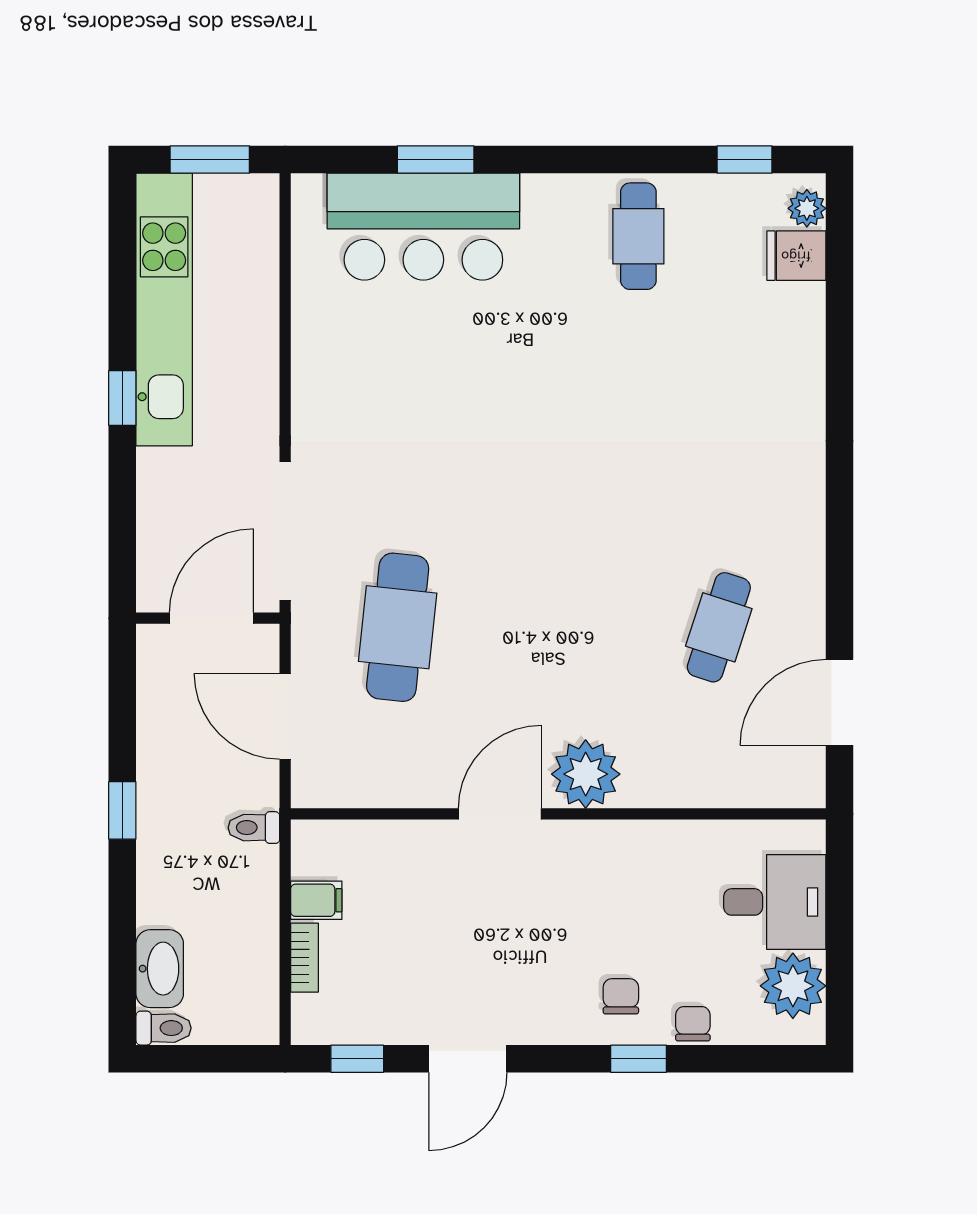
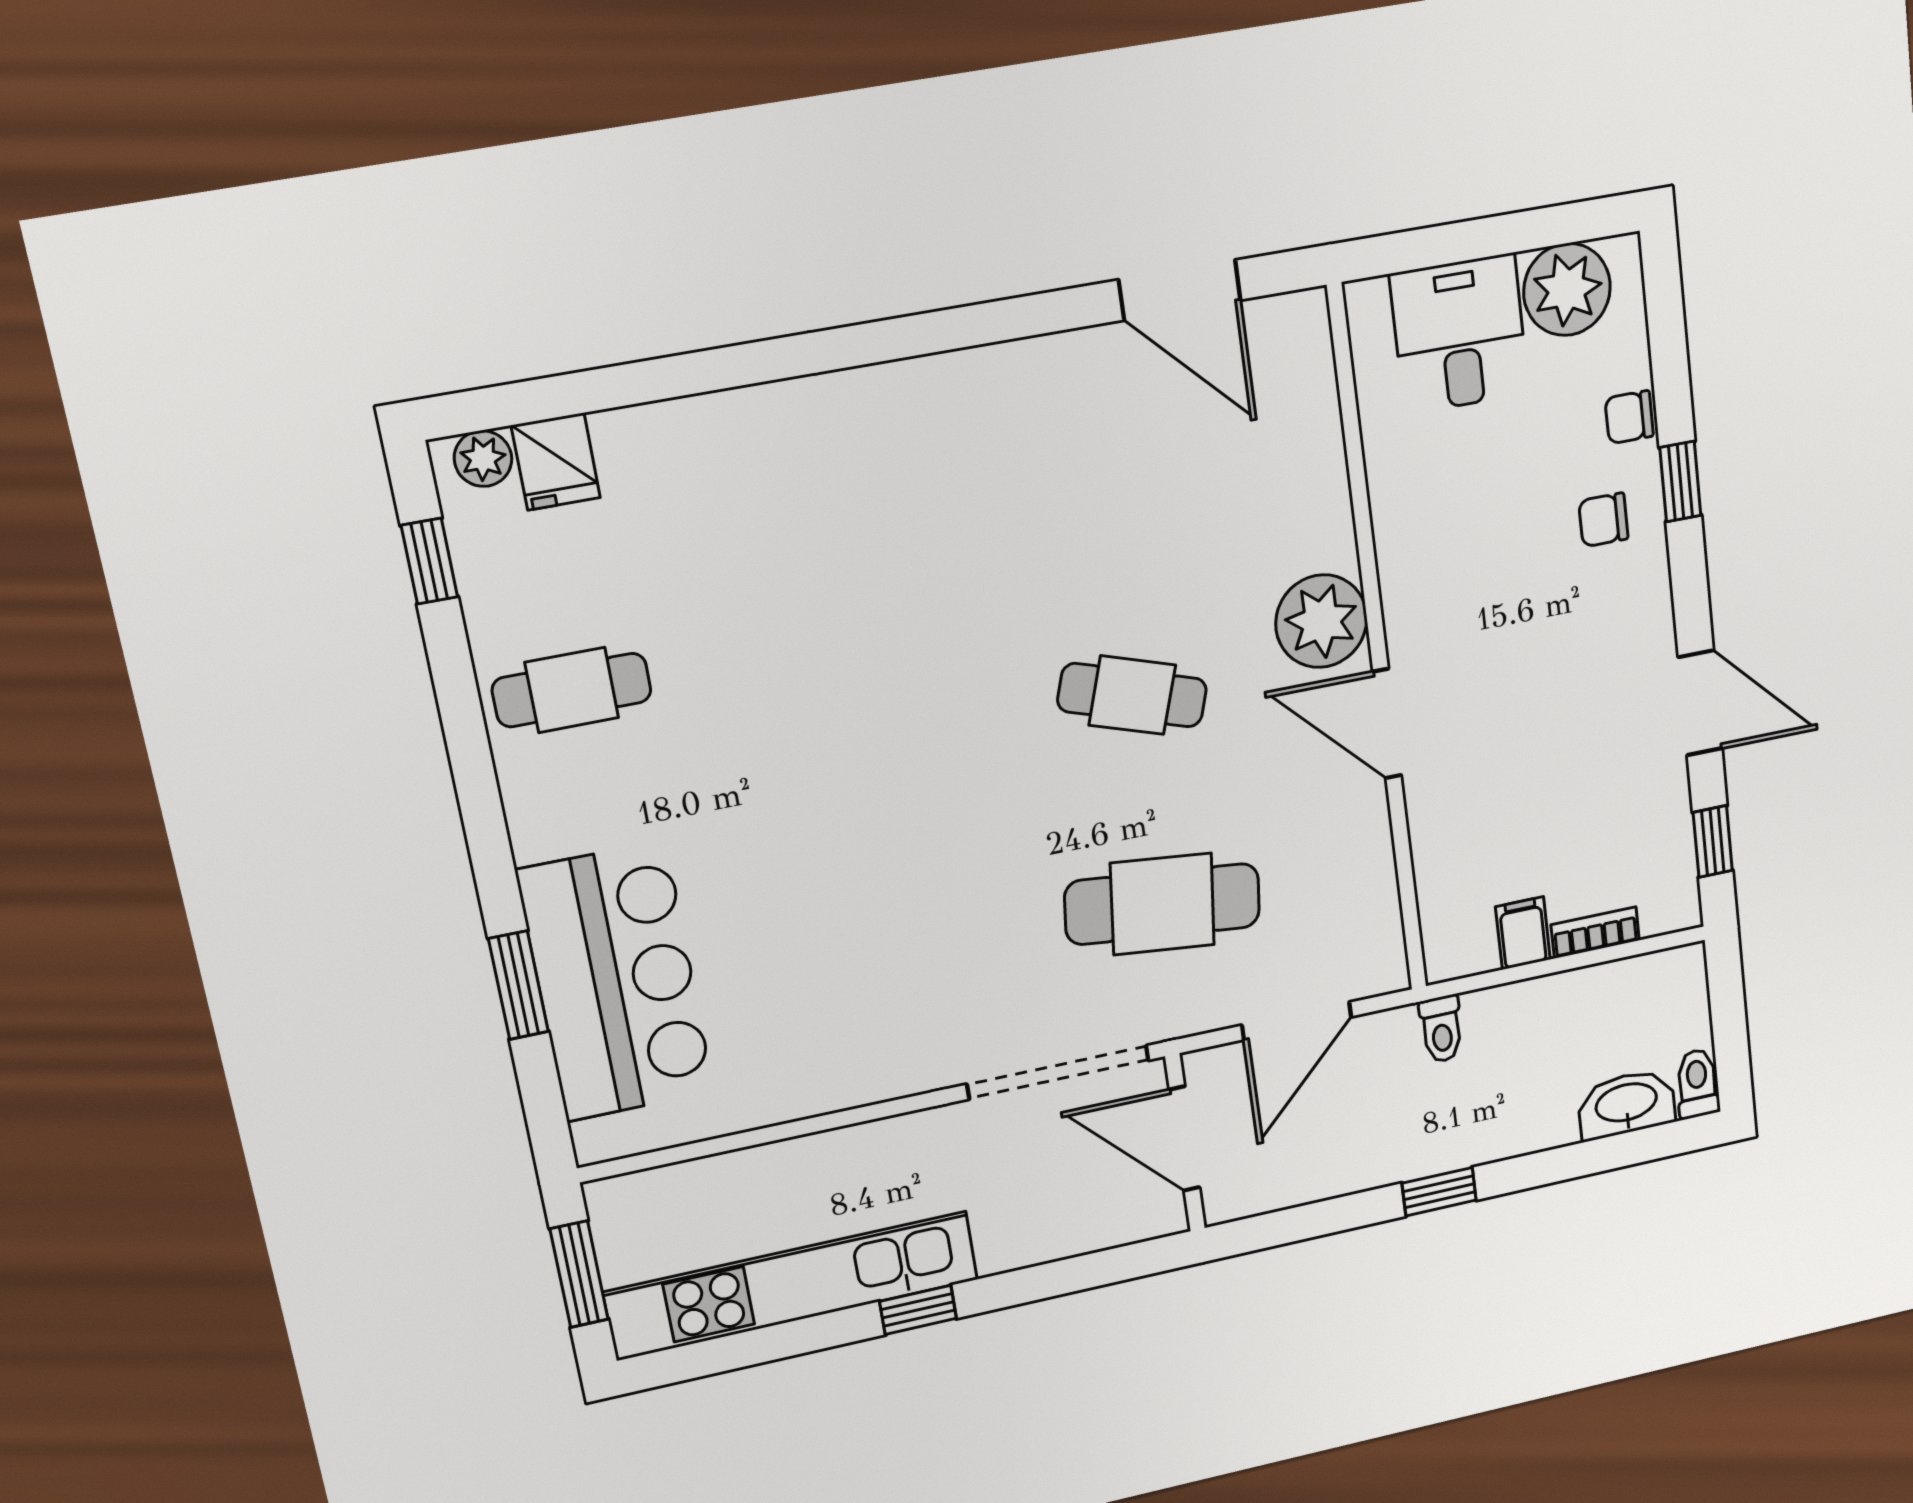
cafe table: (719, 627) -> (1132, 695), moved

